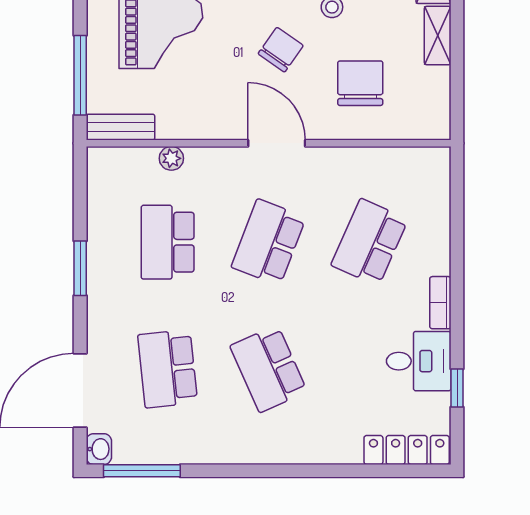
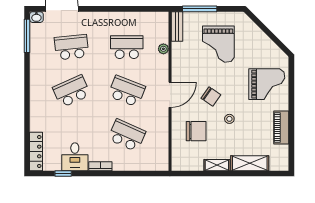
window: (80, 268) -> (115, 9), removed

